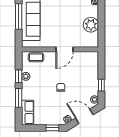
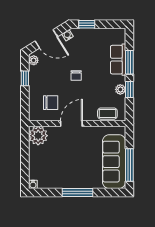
plant: (91, 25) -> (38, 136), moved
chair: (81, 66) -> (51, 103), added
row of seats: (28, 112) -> (118, 60), moved

